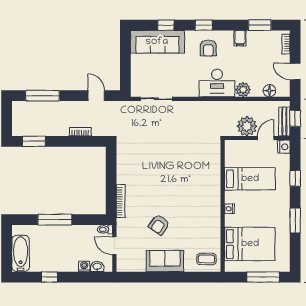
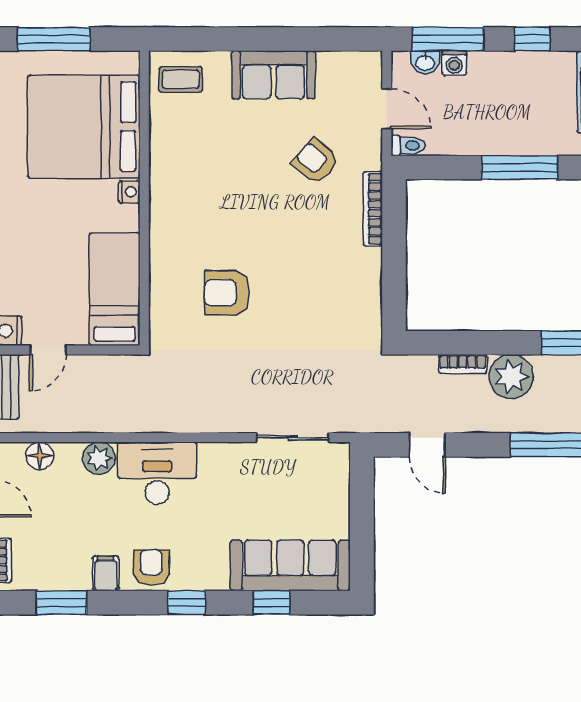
armchair: (208, 48) -> (151, 567), moved
plant: (247, 126) -> (511, 376), moved
armchair: (186, 164) -> (227, 293), added
bed: (250, 179) -> (115, 289), moved, turned 90
armchair: (159, 225) -> (316, 161), moved, turned -84
bed: (250, 244) -> (84, 127), width x1.36
window: (87, 277) -> (448, 39), added

